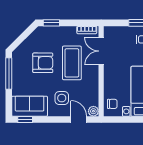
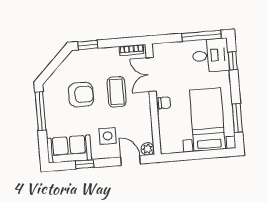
coffee table: (72, 63) -> (117, 92), width x0.73, depth x0.76
chair: (112, 104) -> (164, 103), moved
window: (25, 120) -> (85, 164), moved

